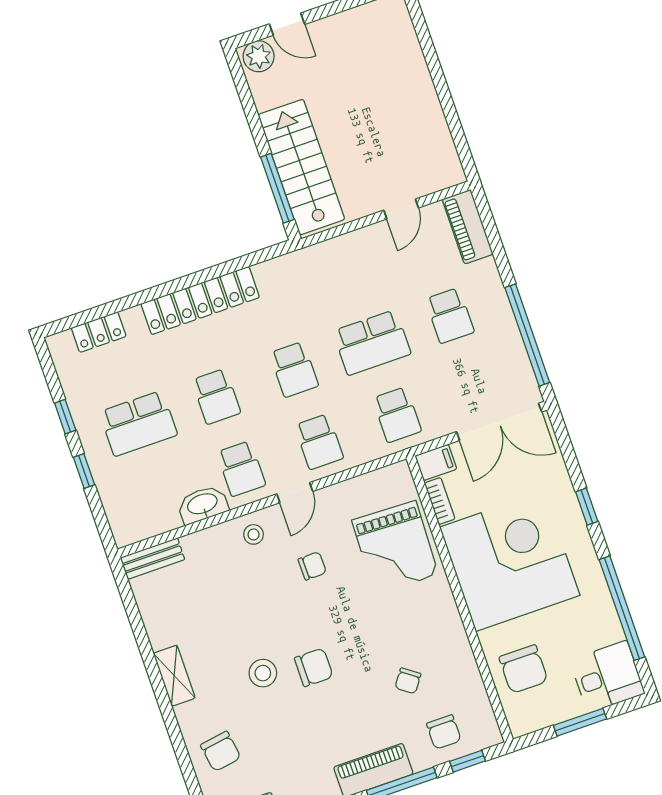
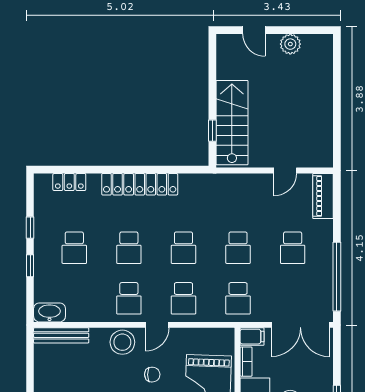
plant: (259, 56) -> (290, 44), moved
window: (277, 188) -> (212, 131), width x0.46
school desk: (372, 342) -> (238, 248), width x0.54
school desk: (138, 423) -> (74, 248), width x0.54
washbasin: (203, 505) -> (50, 312), moved
stool: (254, 534) -> (122, 342), width x1.89, depth x1.89
bench: (152, 559) -> (61, 335), width x1.36

